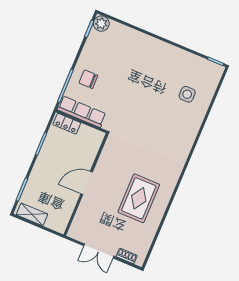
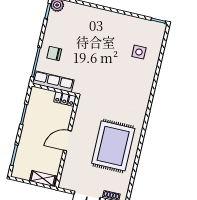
locker: (67, 124) -> (65, 99), moved
rug: (139, 198) -> (113, 146), width x1.37, depth x1.44
shelving: (32, 214) -> (43, 178), moved

